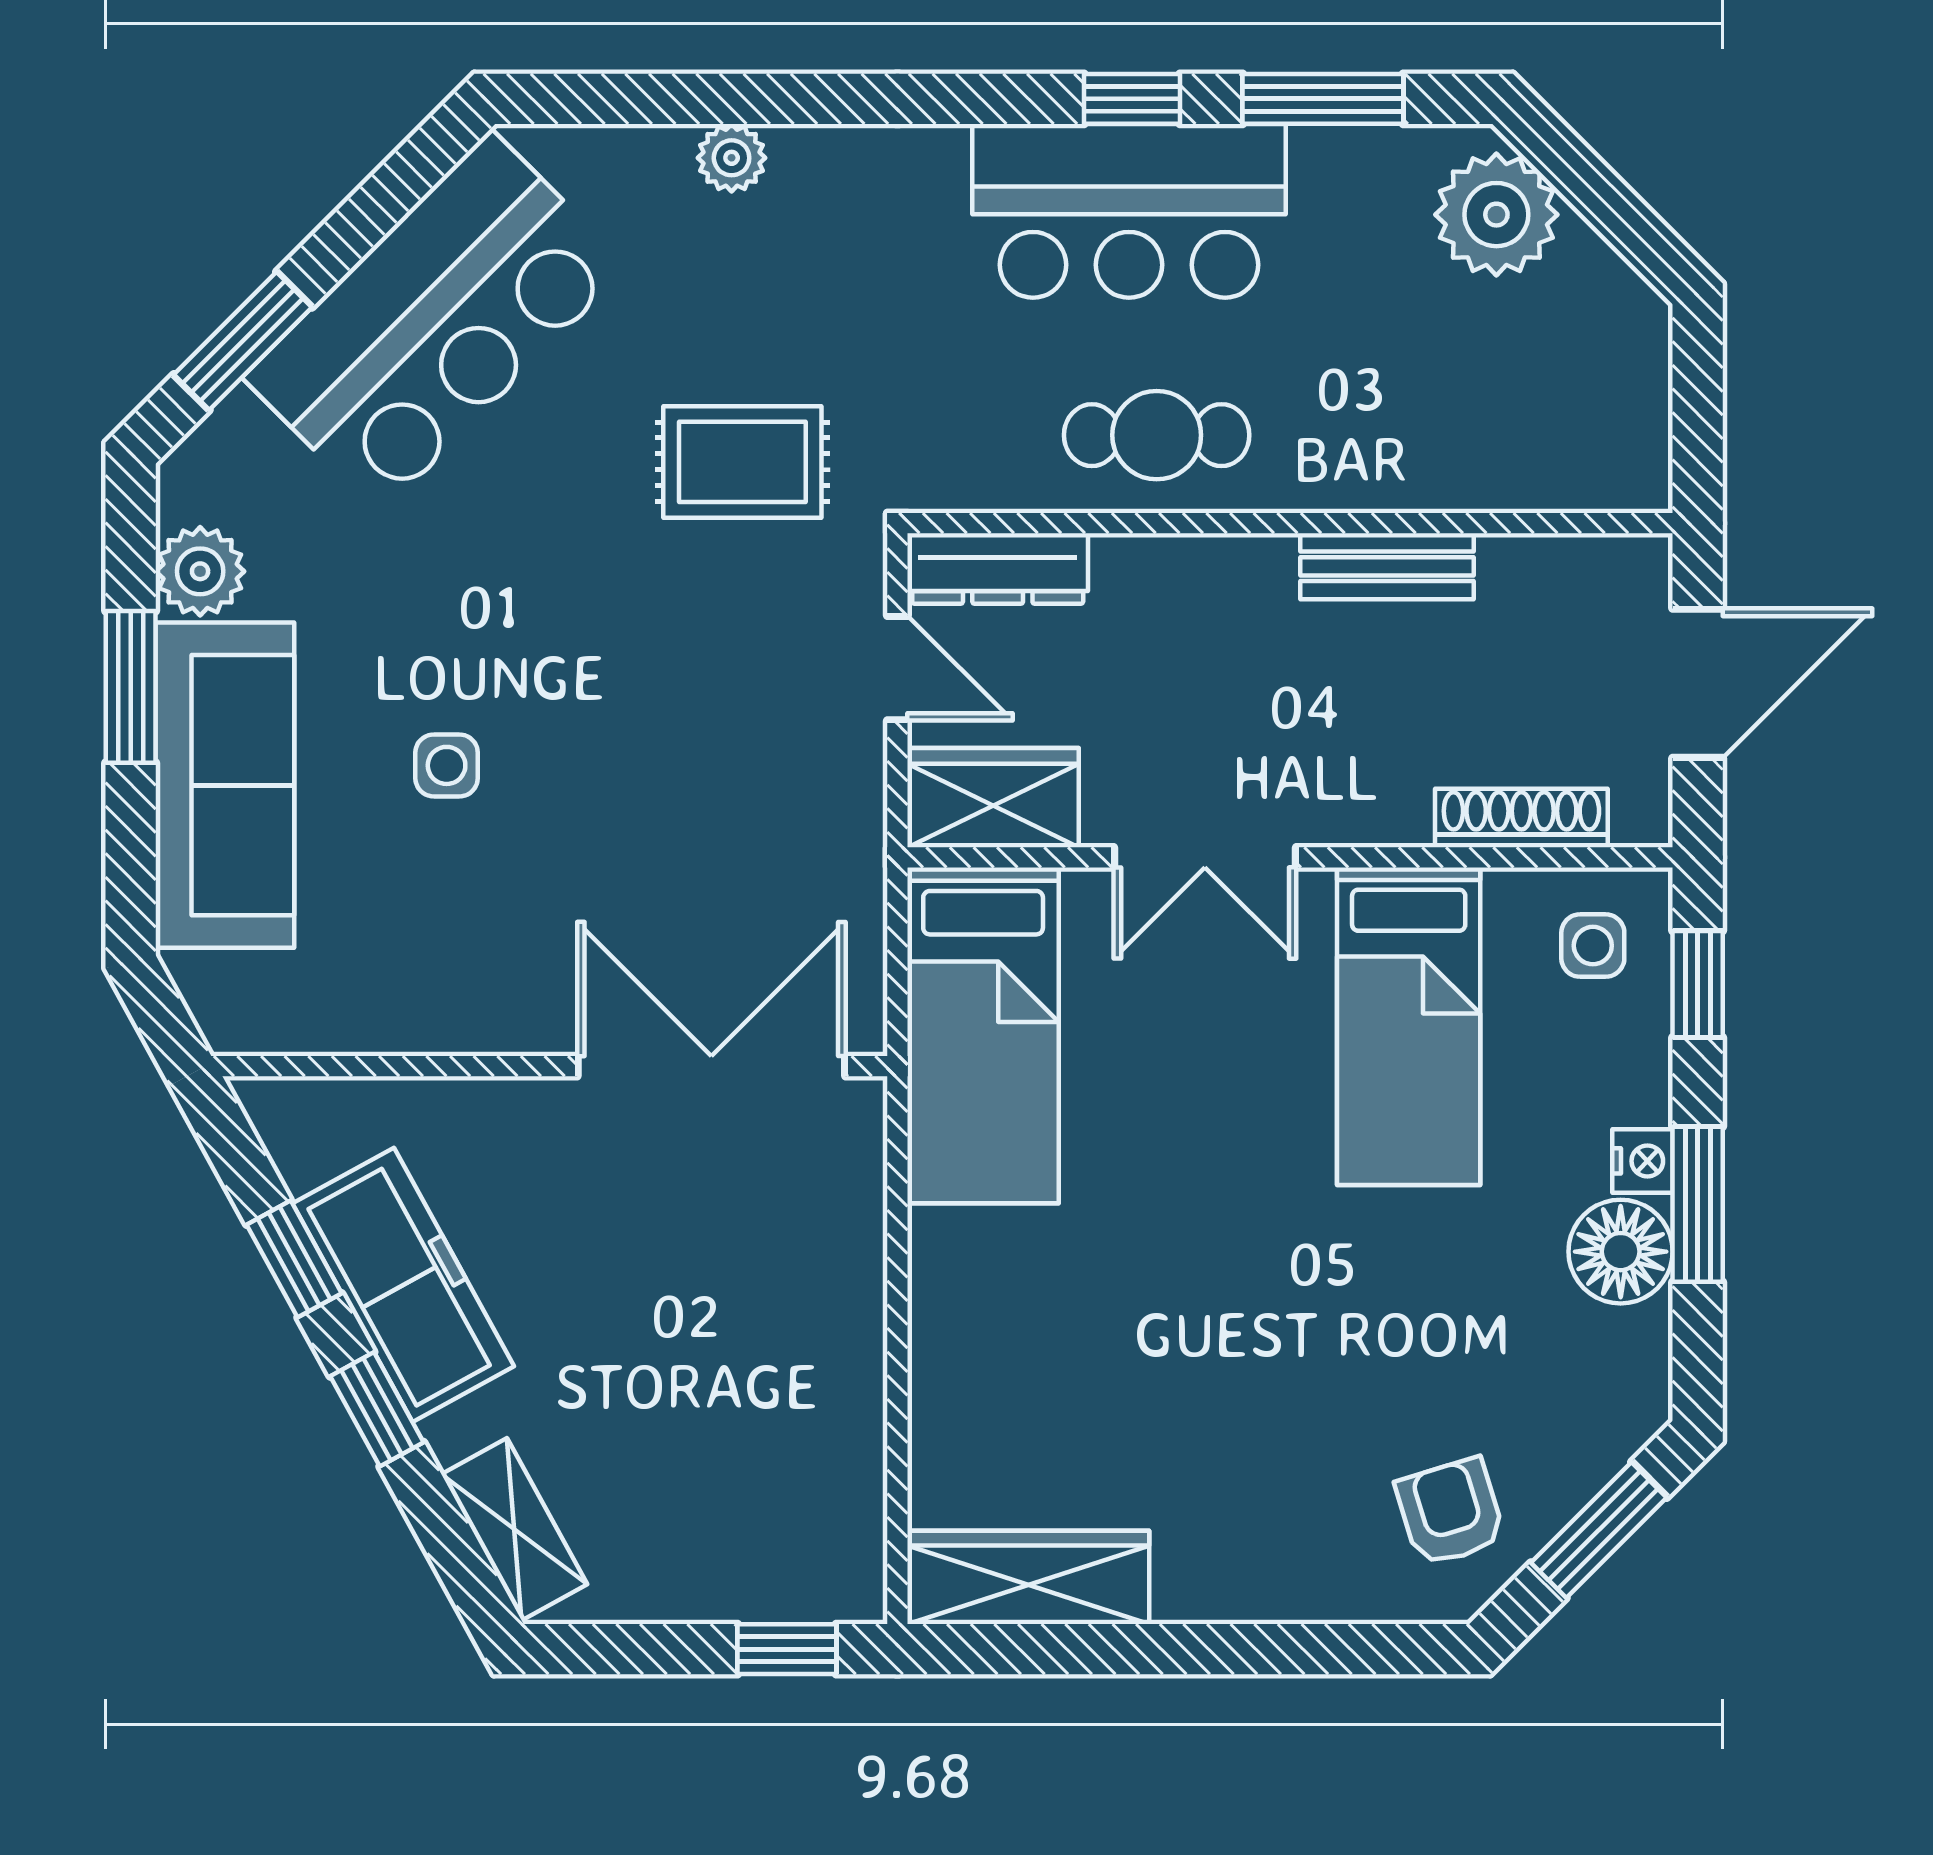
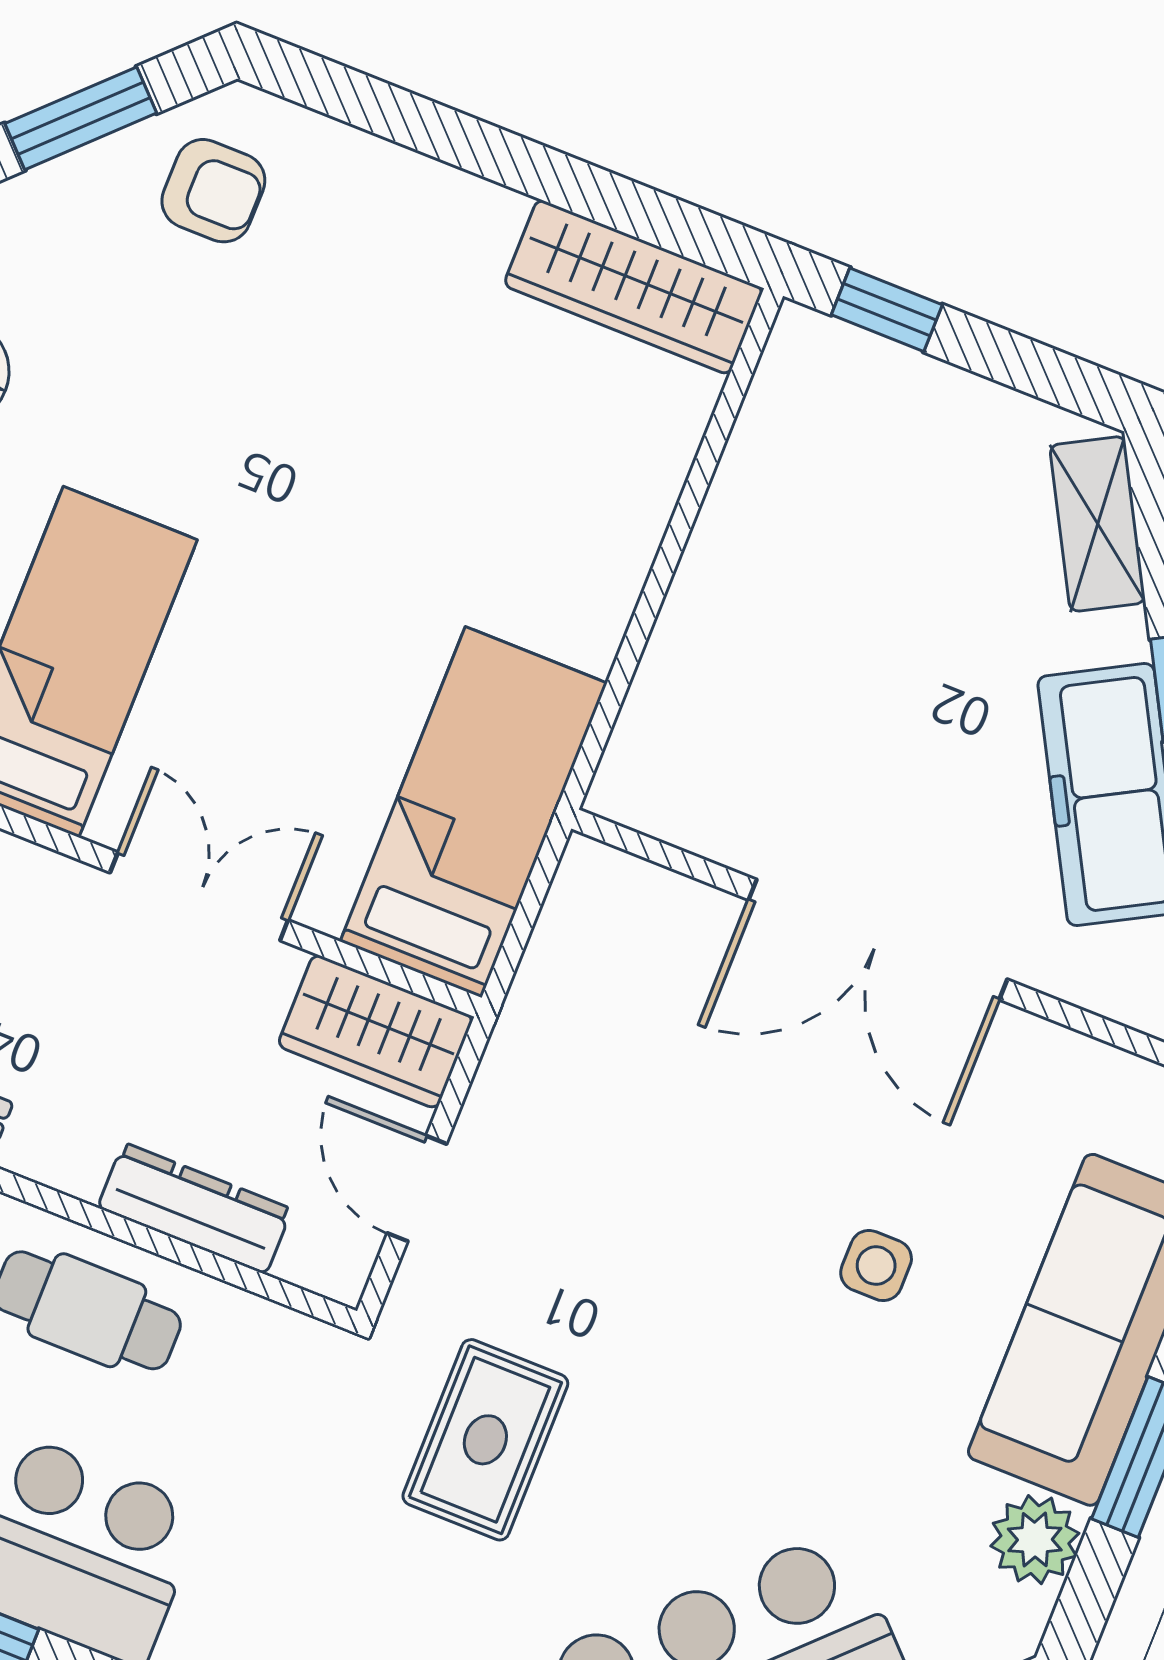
rug: (742, 462) -> (485, 1440), turned 90
dresser: (998, 568) -> (195, 1208), moved
double door: (711, 1066) -> (878, 940), moved
armchair: (1450, 1512) -> (213, 191), turned -73

